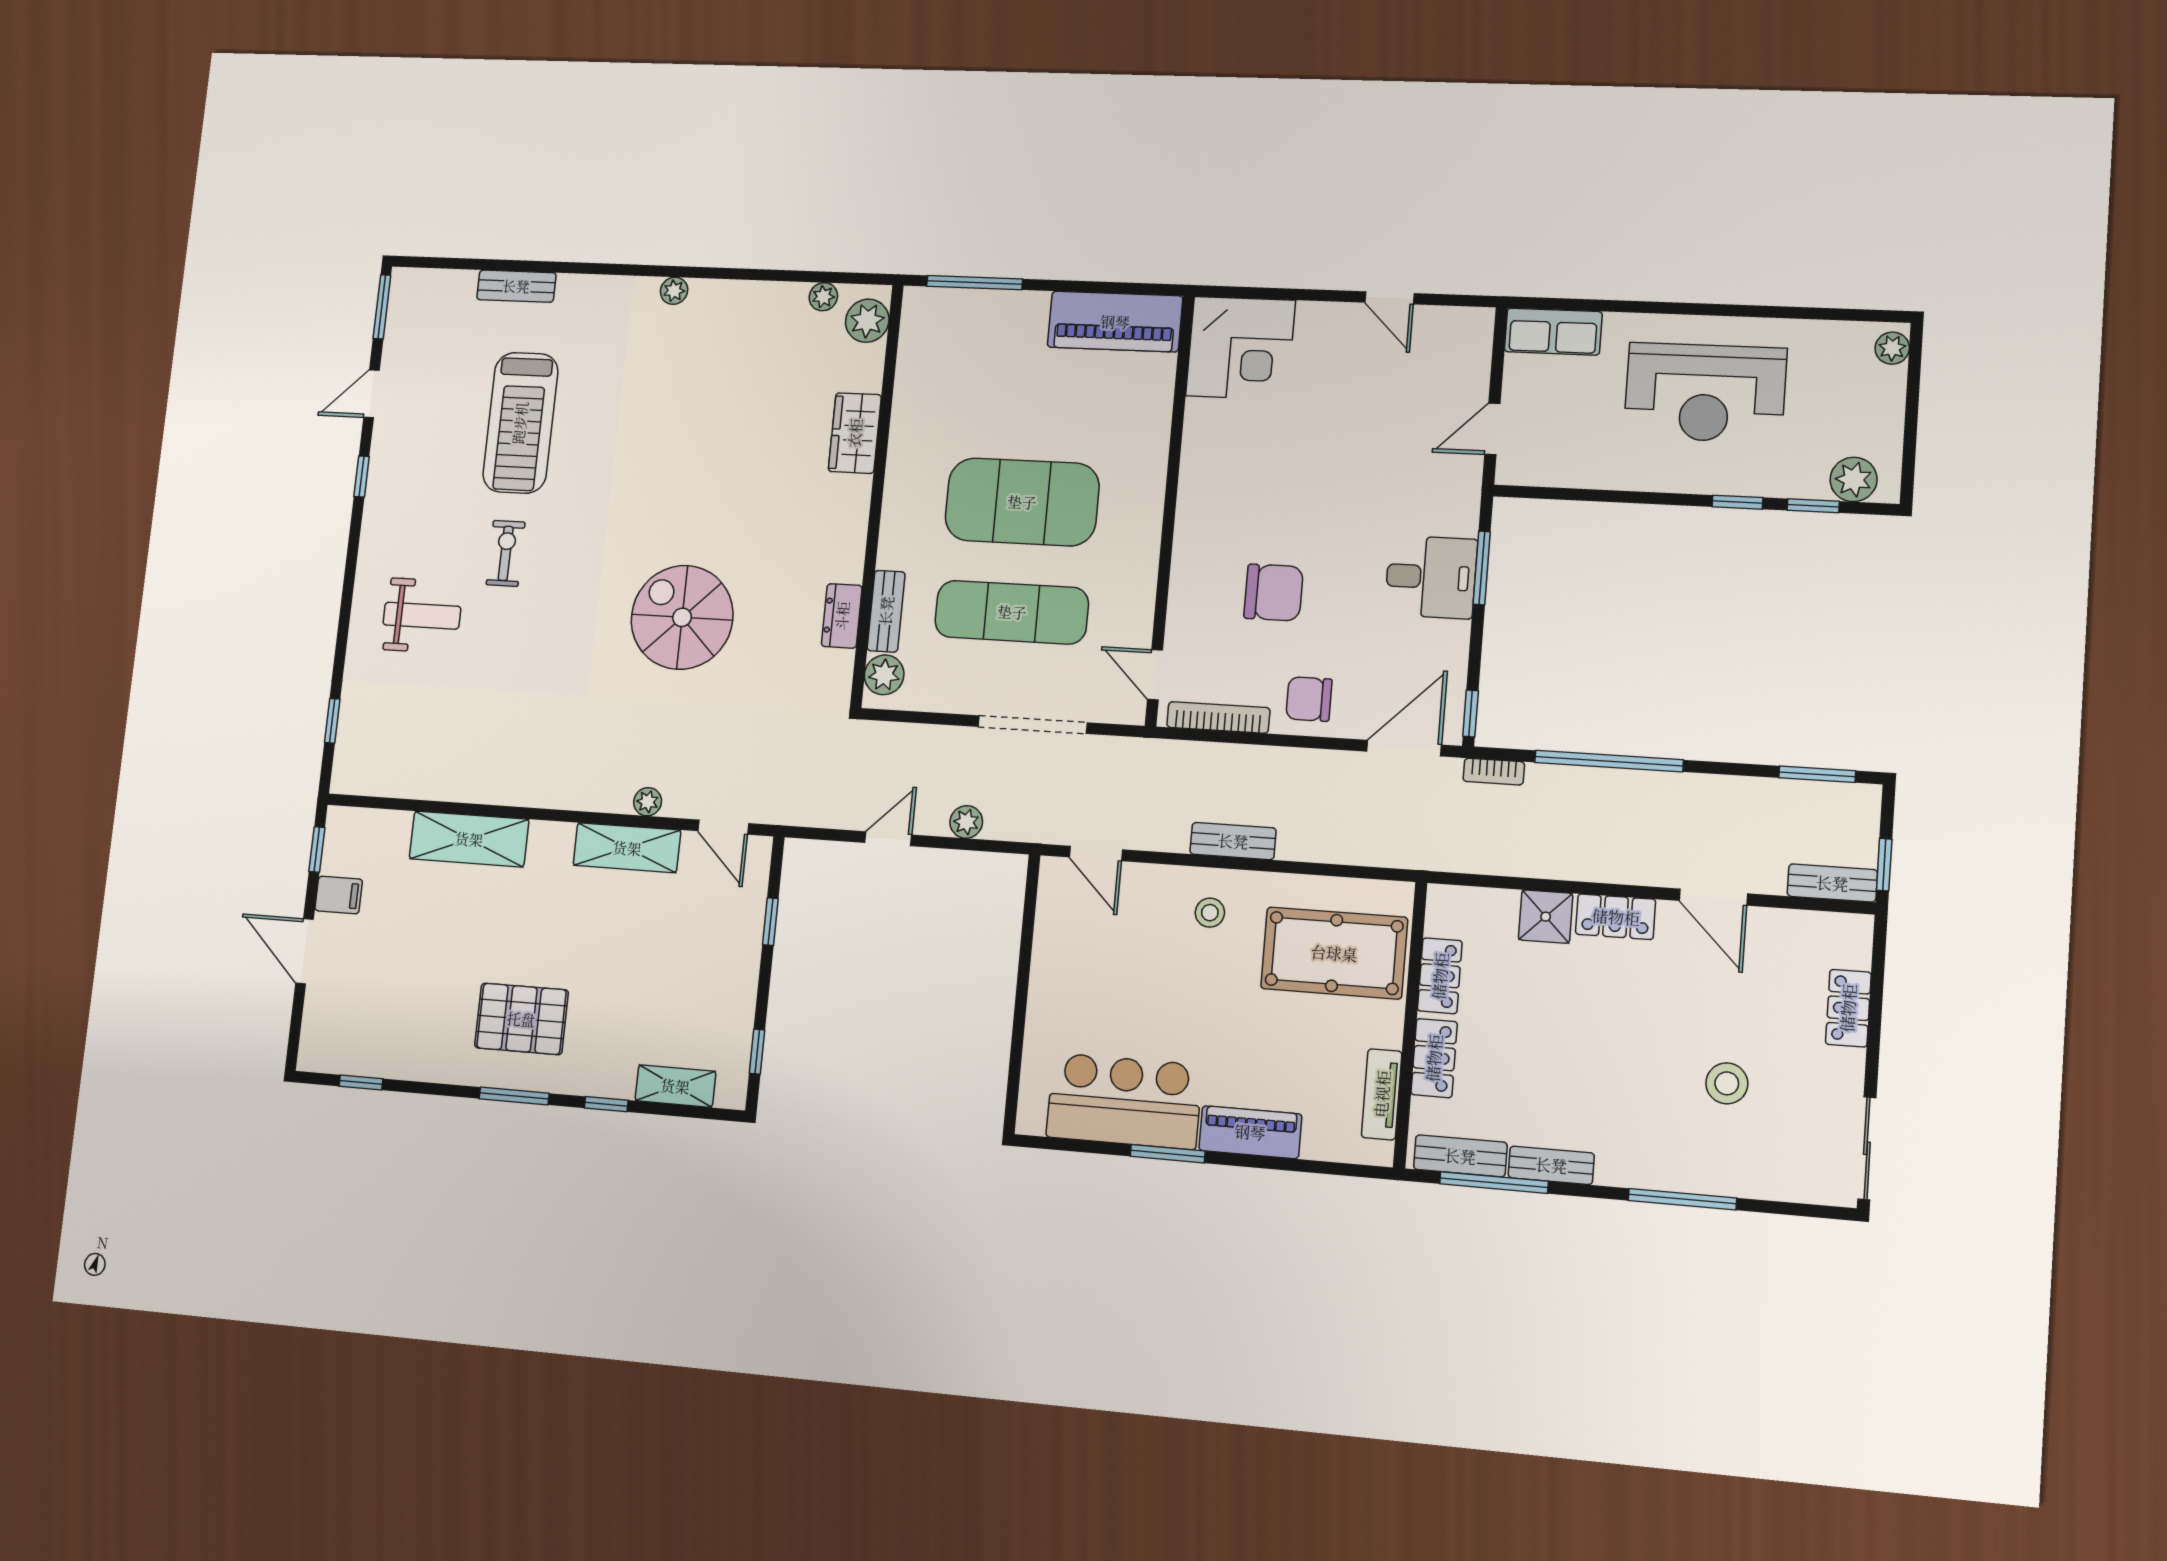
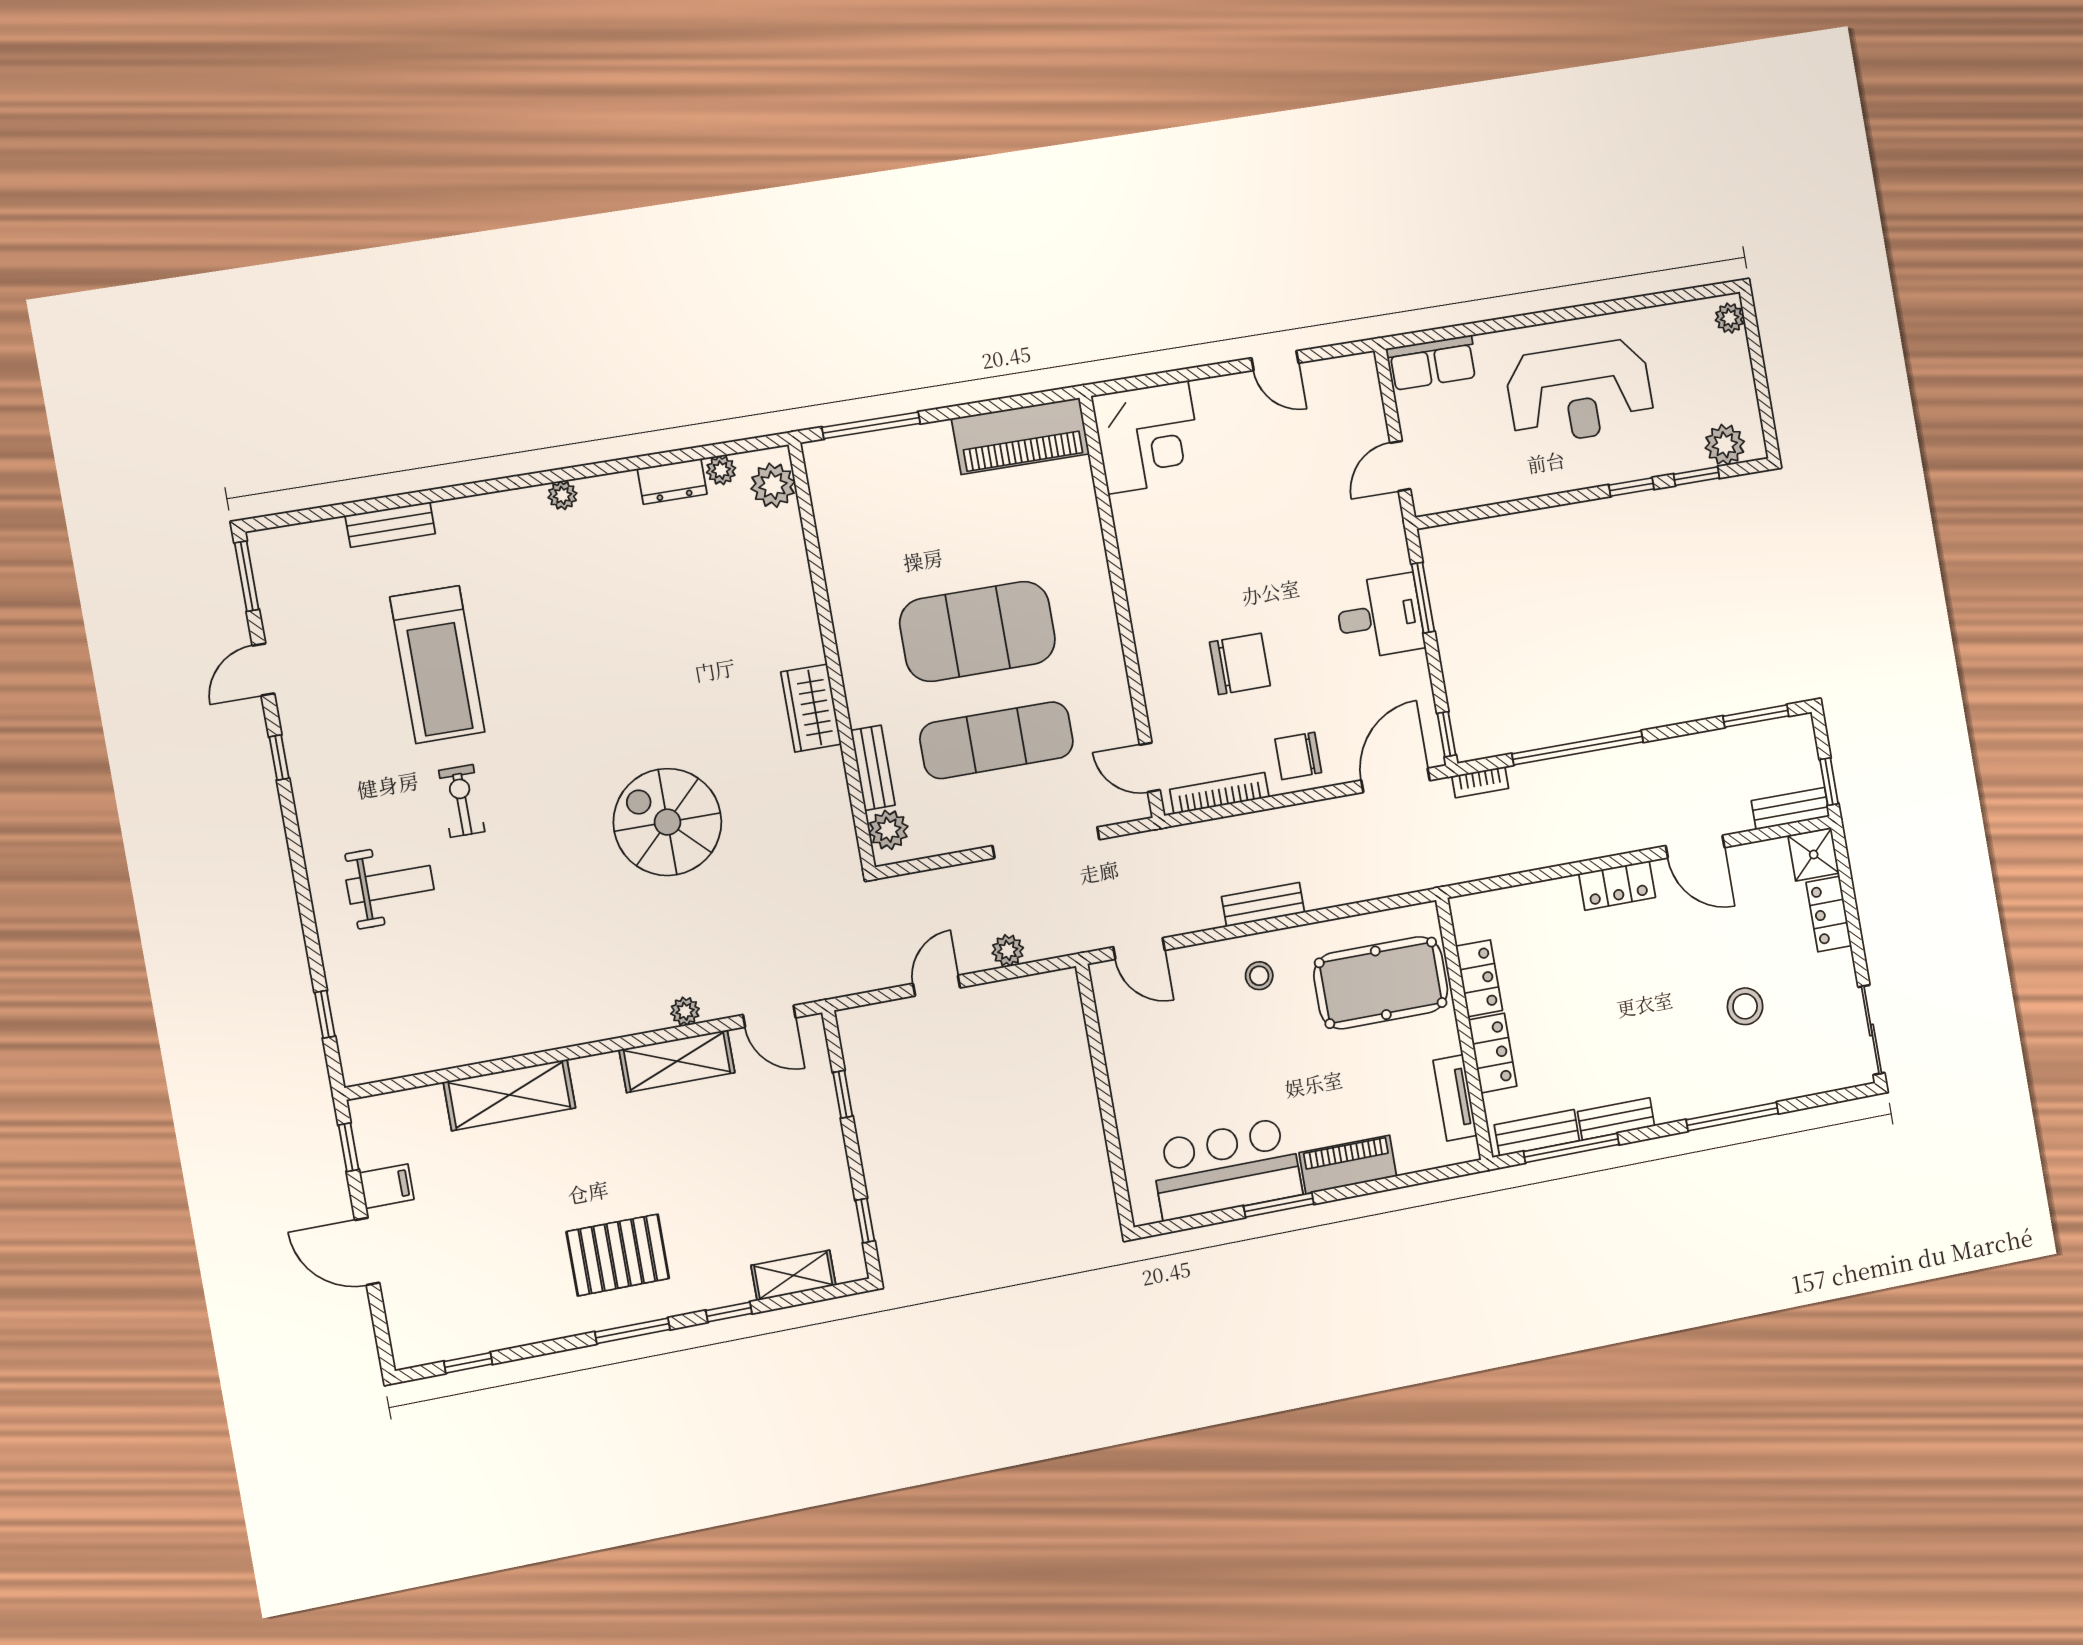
wardrobe: (855, 433) -> (811, 708), moved
dresser: (842, 616) -> (672, 481), moved, turned -90
shower: (1546, 917) -> (1814, 855), moved

